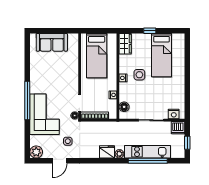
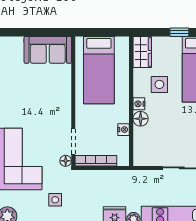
sofa: (52, 42) -> (48, 50), moved
side table: (139, 75) -> (159, 84), moved
floor lamp: (124, 107) -> (141, 119), moved

